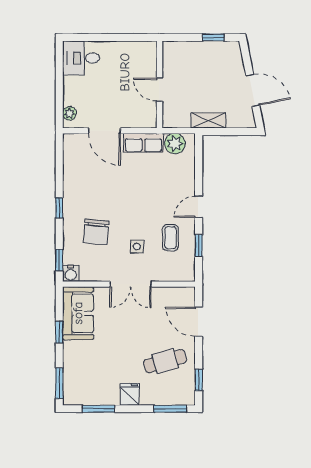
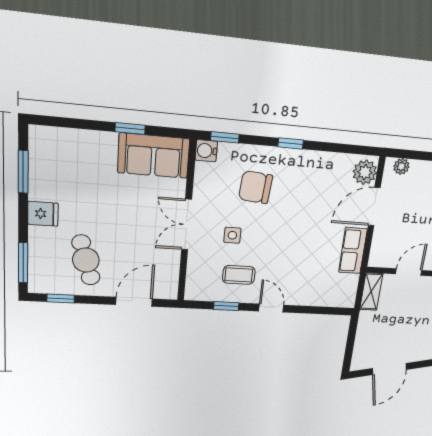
shelving: (208, 120) -> (371, 292), moved
plant: (175, 144) -> (365, 172), moved
window: (59, 383) -> (59, 122), removed

